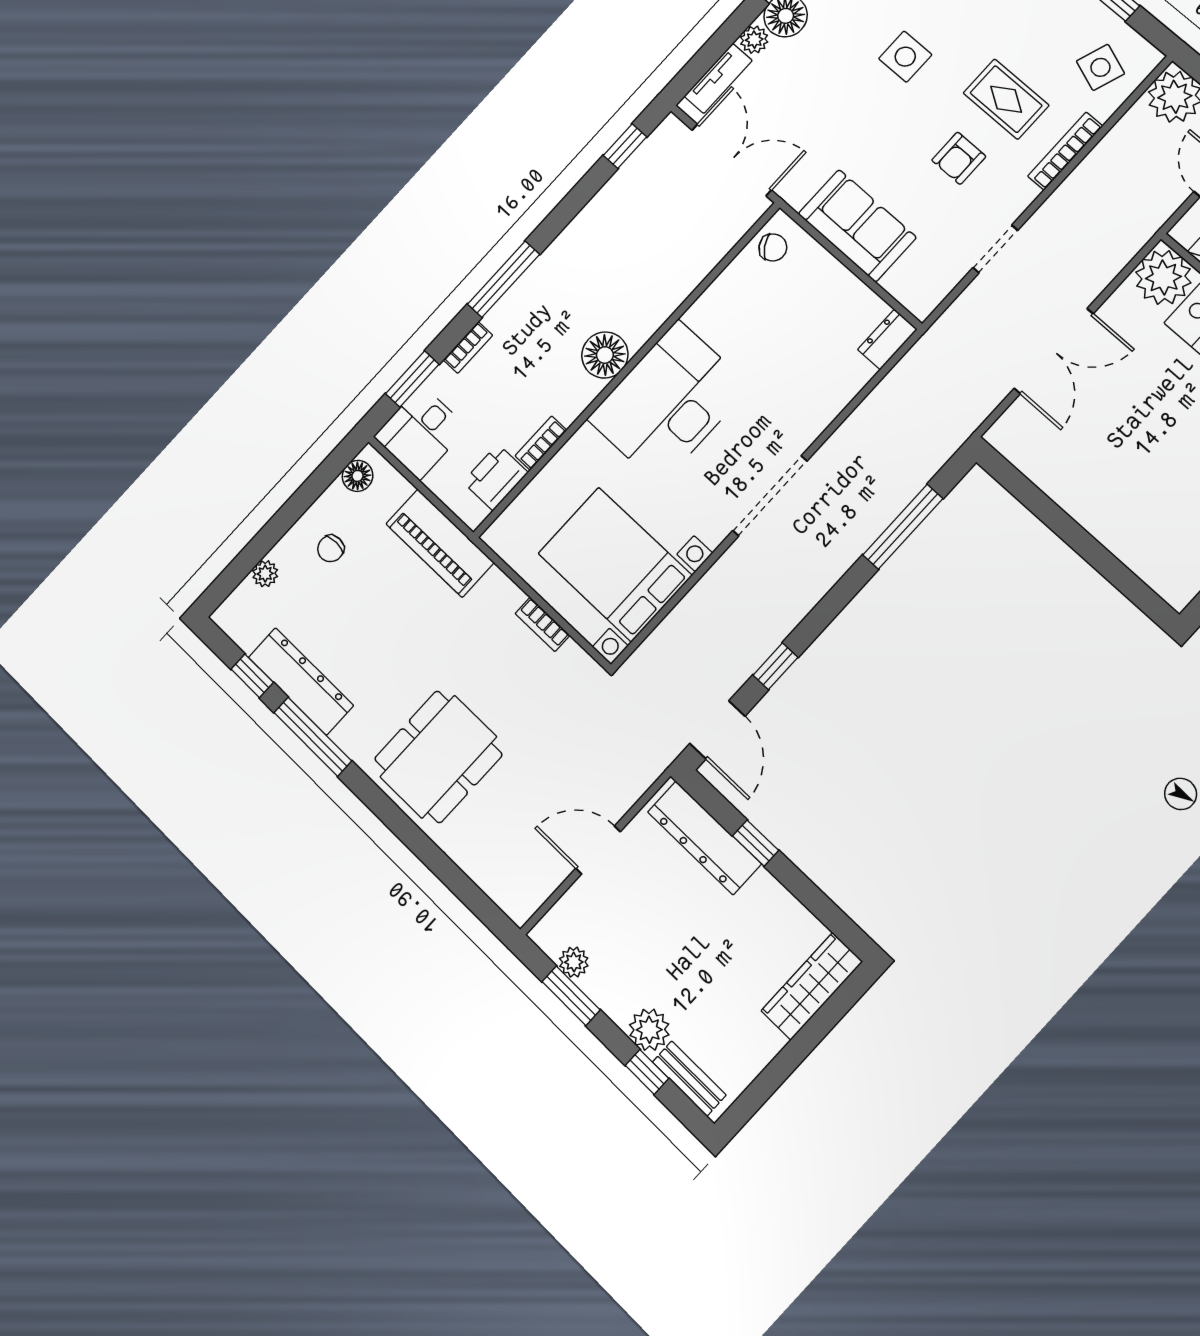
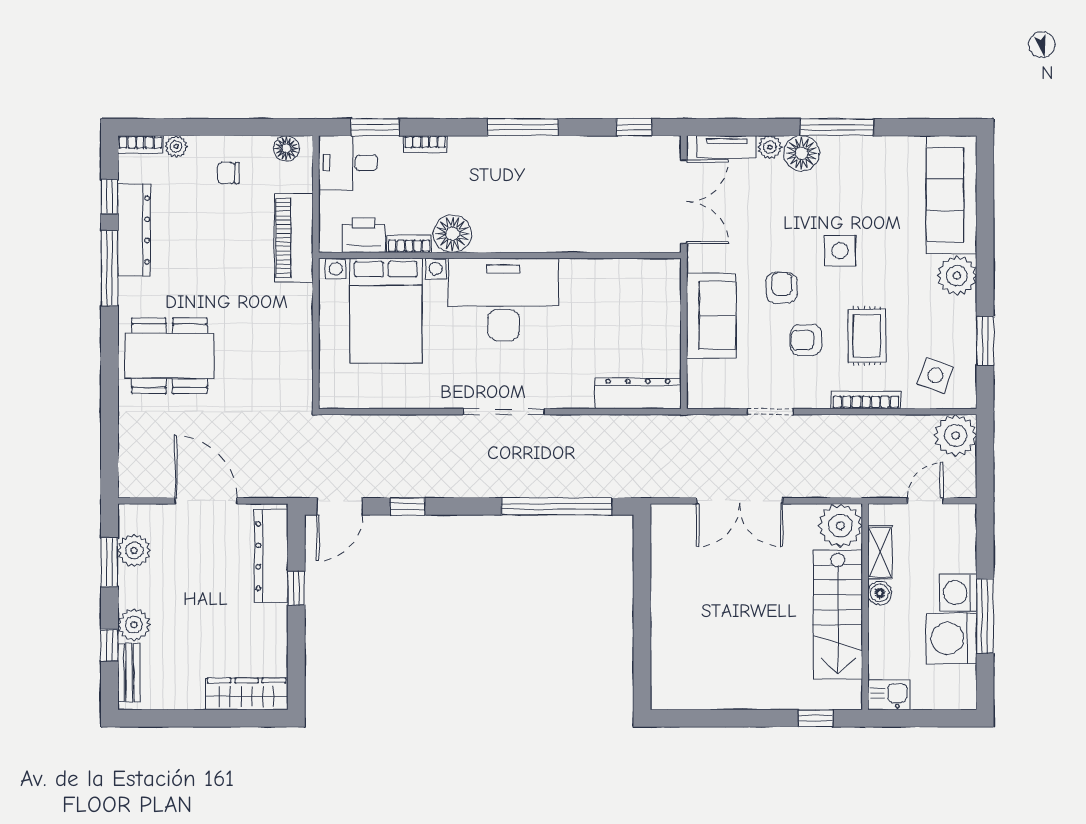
armchair: (891, 139) -> (782, 288), added
chair: (773, 248) -> (653, 277), removed
window: (504, 279) -> (523, 127), moved
dresser: (887, 339) -> (638, 393), width x1.96, depth x1.24
floor lamp: (605, 355) -> (452, 234), moved
window: (903, 527) -> (557, 506), width x1.46
bed with nightstands: (615, 564) -> (386, 311), moved, turned 180
bookcase: (543, 624) -> (140, 145), moved, turned -90
door: (598, 850) -> (206, 501), width x1.36
plant: (574, 962) -> (134, 551), width x1.38, depth x1.38

